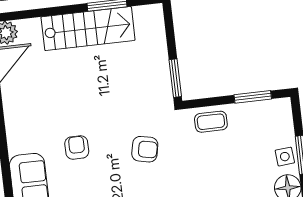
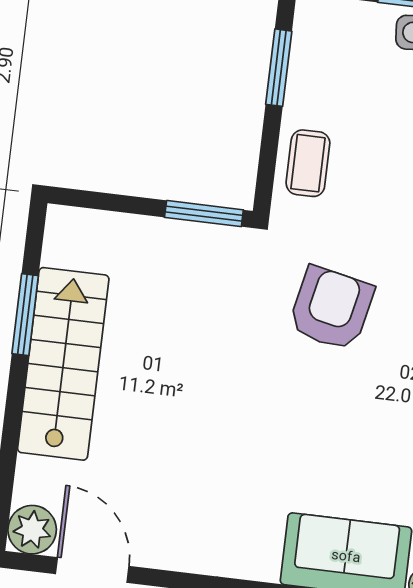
armchair: (77, 148) -> (295, 443), removed
armchair: (145, 149) -> (331, 308), width x1.38, depth x1.38

